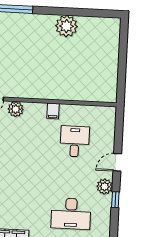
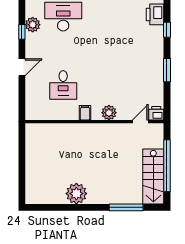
plant: (16, 109) -> (109, 113), moved
plant: (105, 187) -> (33, 25), moved

